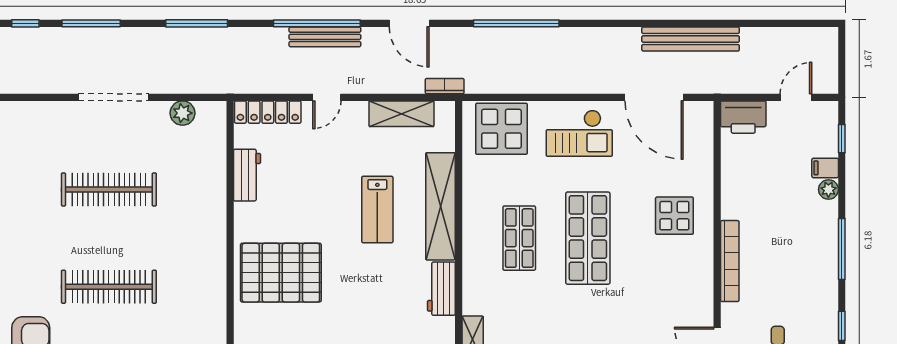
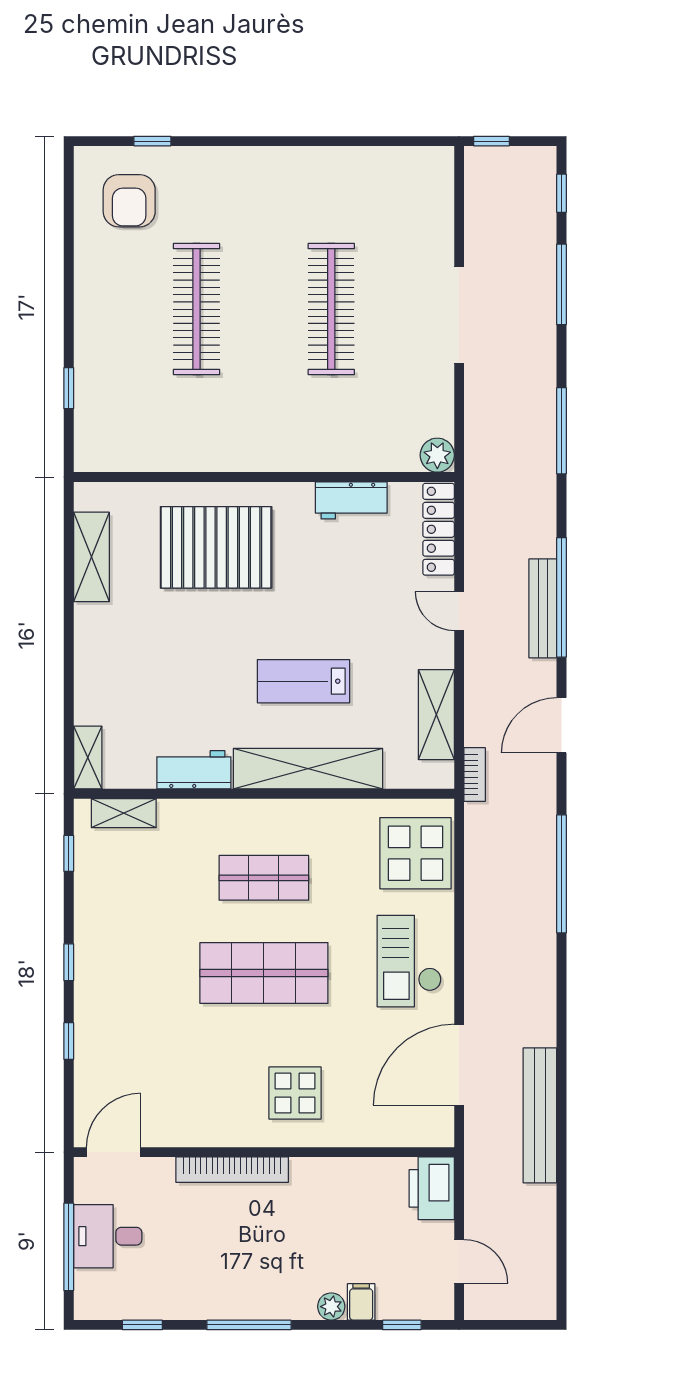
plant: (183, 113) -> (437, 455), moved
pallet: (281, 273) -> (216, 547), turned 90

